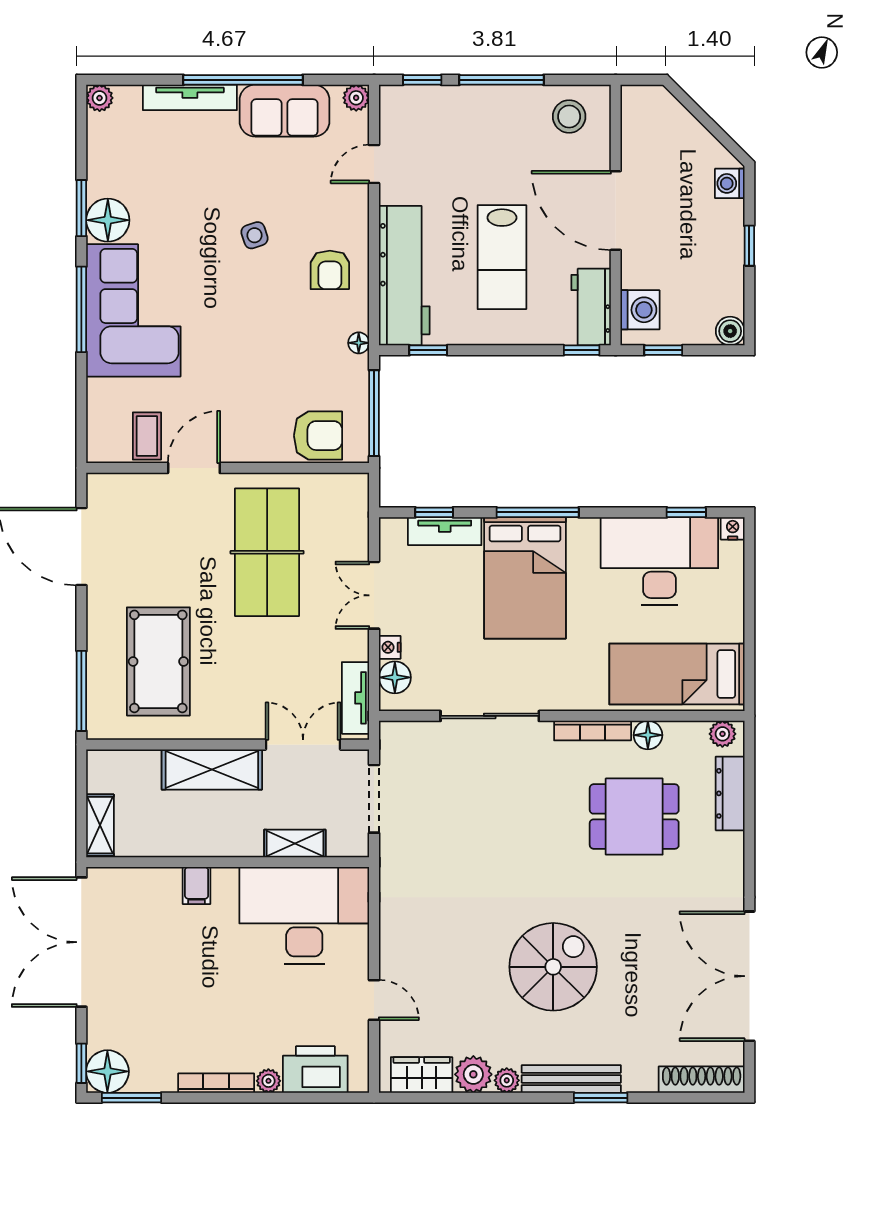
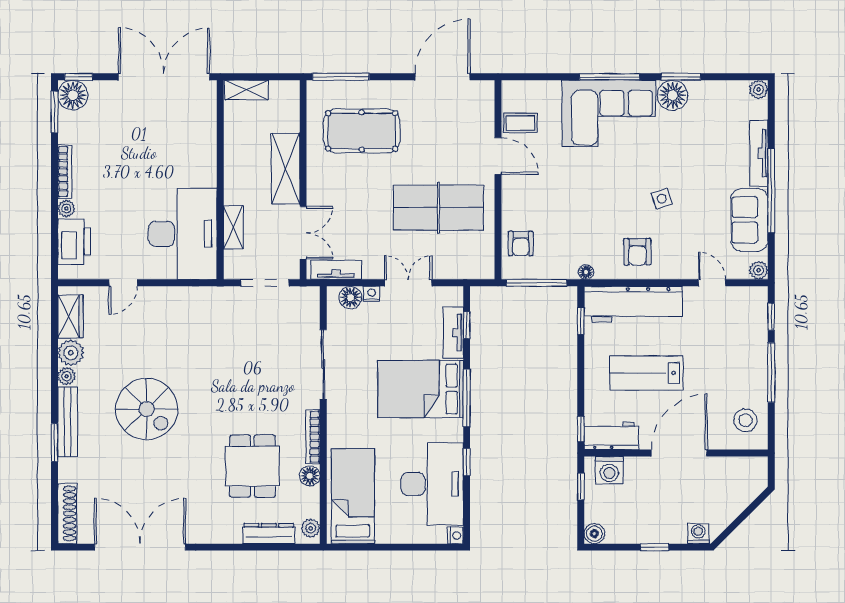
armchair: (330, 270) -> (637, 252), turned -90
armchair: (318, 436) -> (521, 243), width x0.72, depth x0.72
window: (686, 512) -> (467, 462), moved
filing cabinet: (197, 886) -> (204, 158), removed

